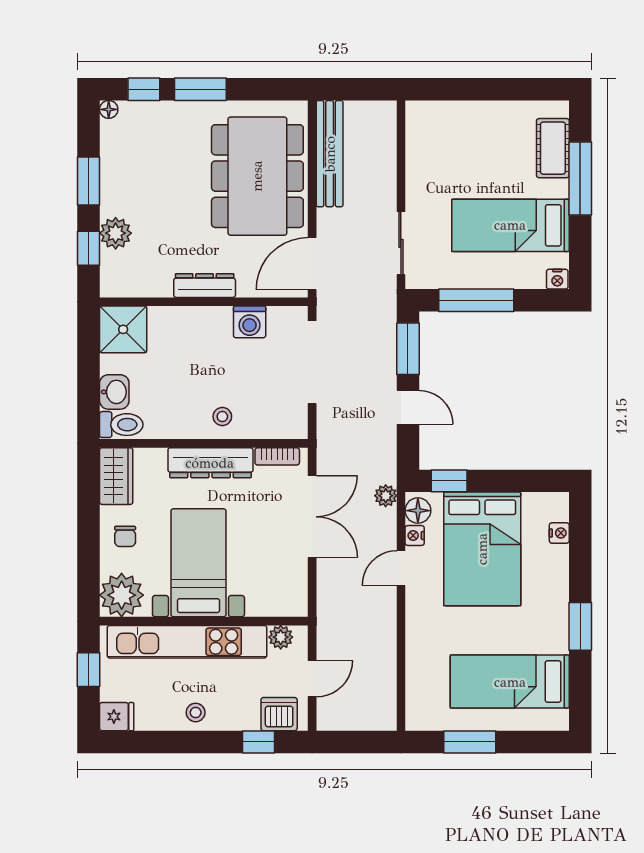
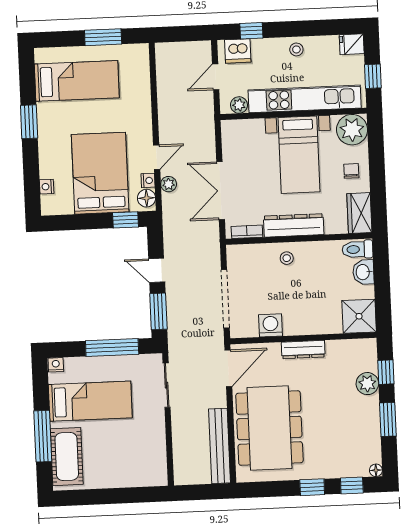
window: (200, 89) -> (312, 487), width x0.67
cot: (553, 148) -> (67, 457), width x1.37, depth x1.34
plant: (386, 496) -> (169, 184), moved

